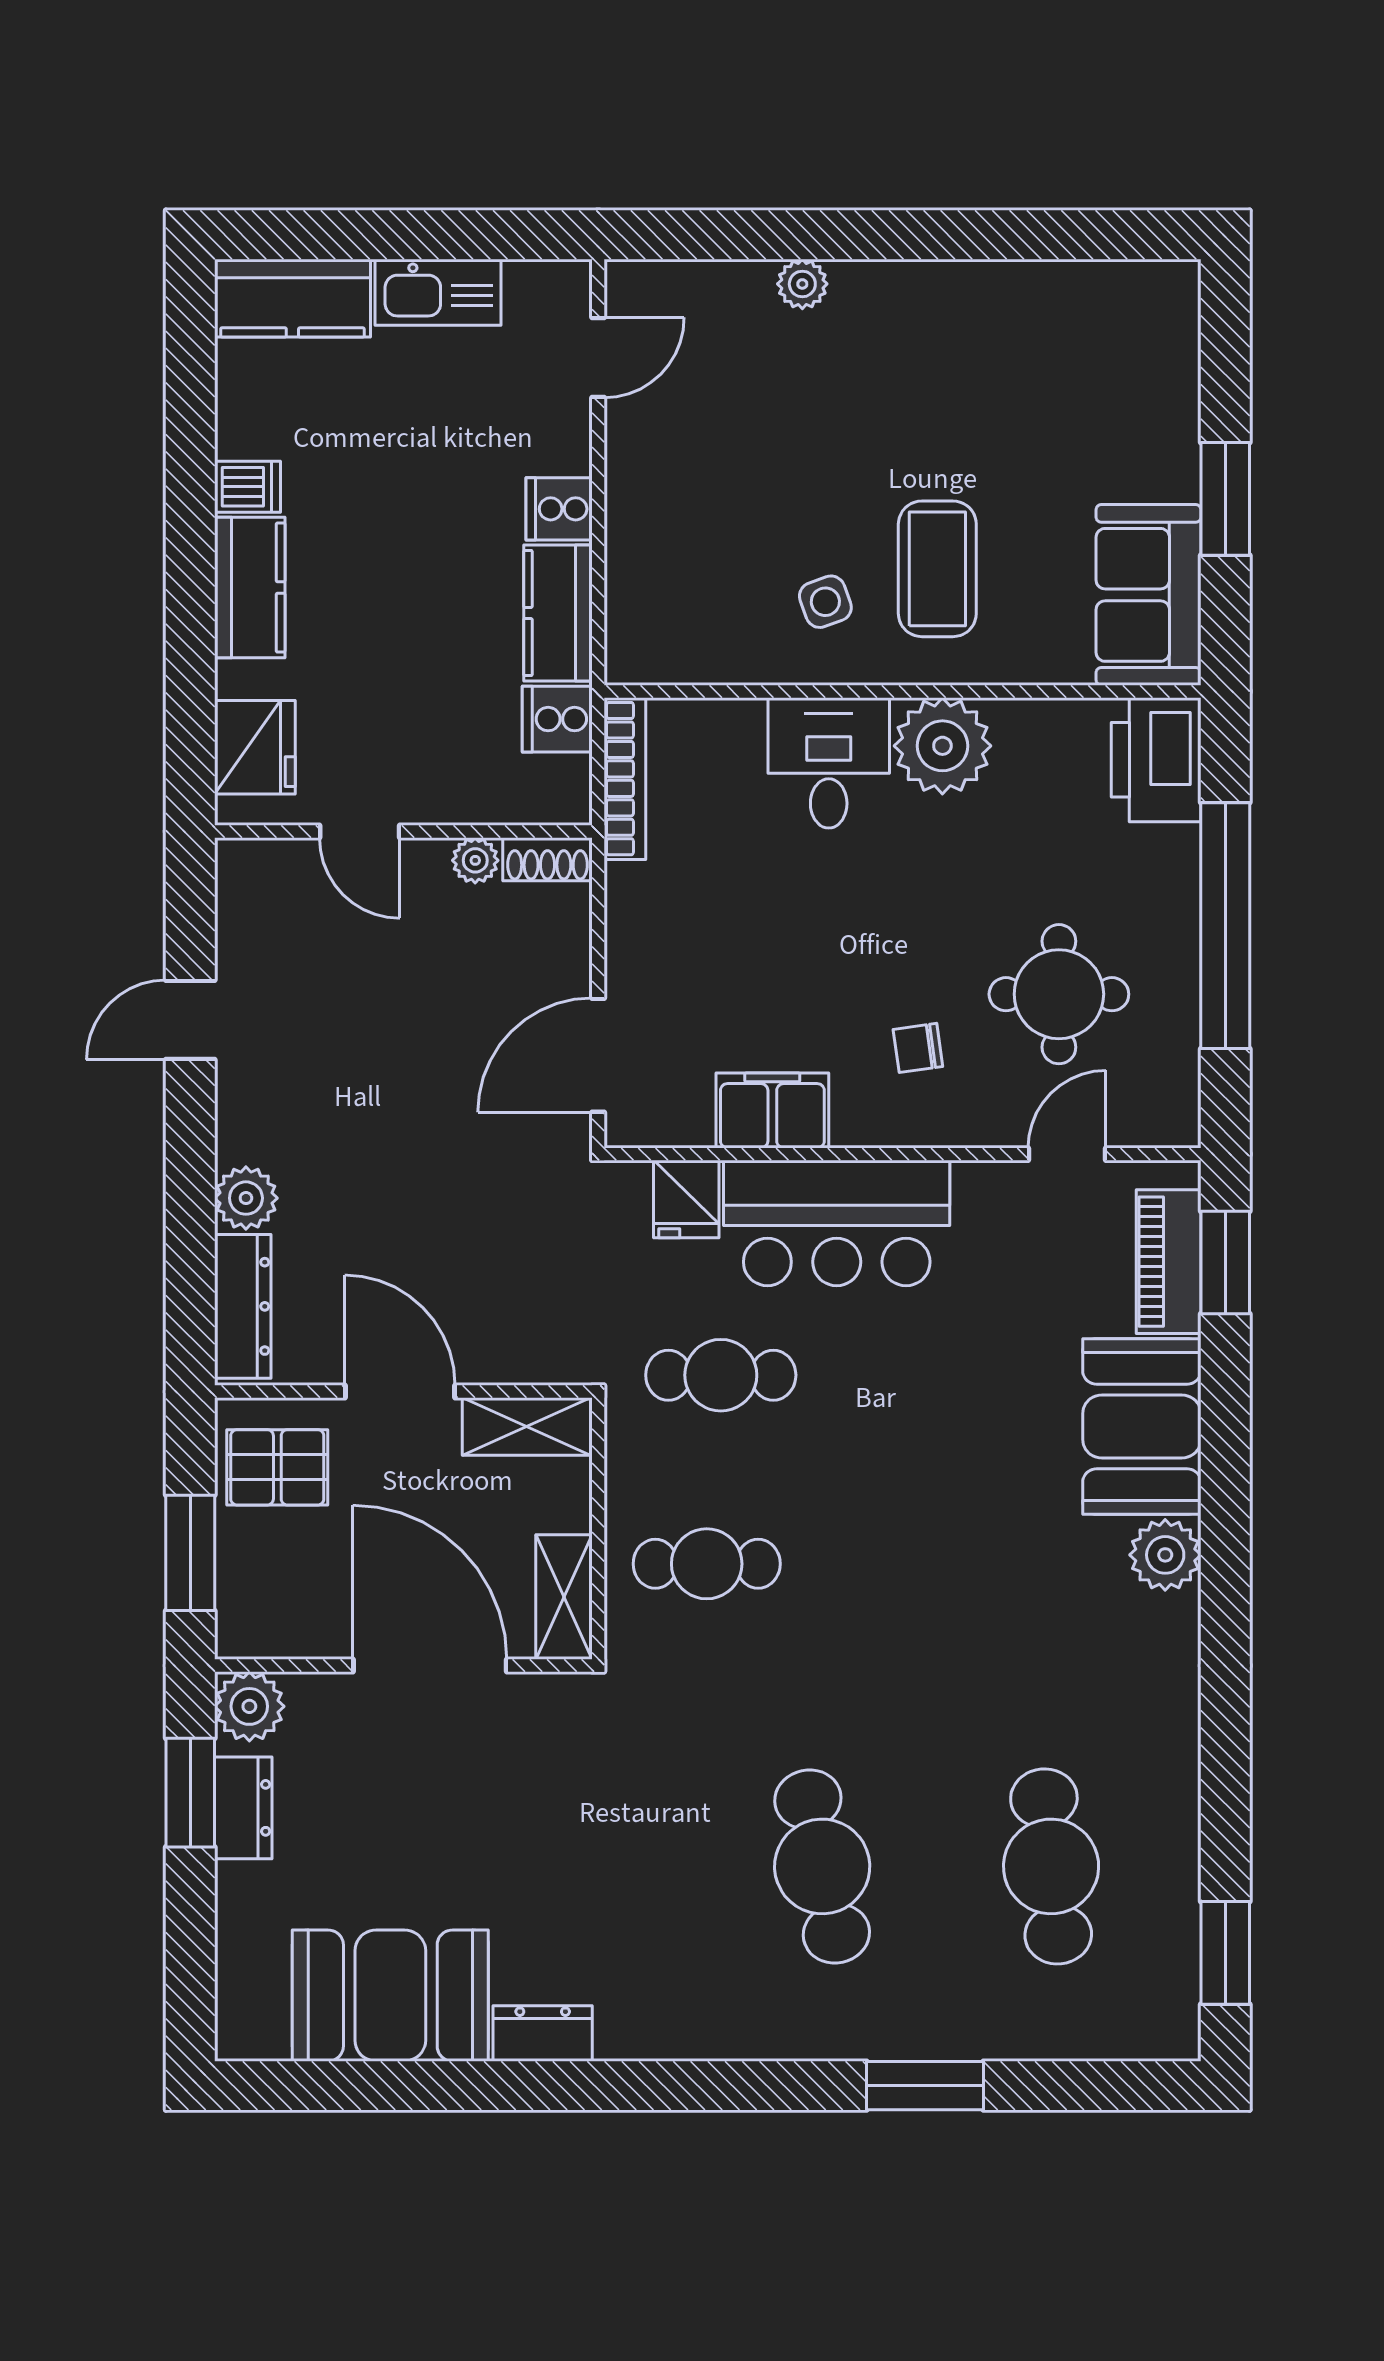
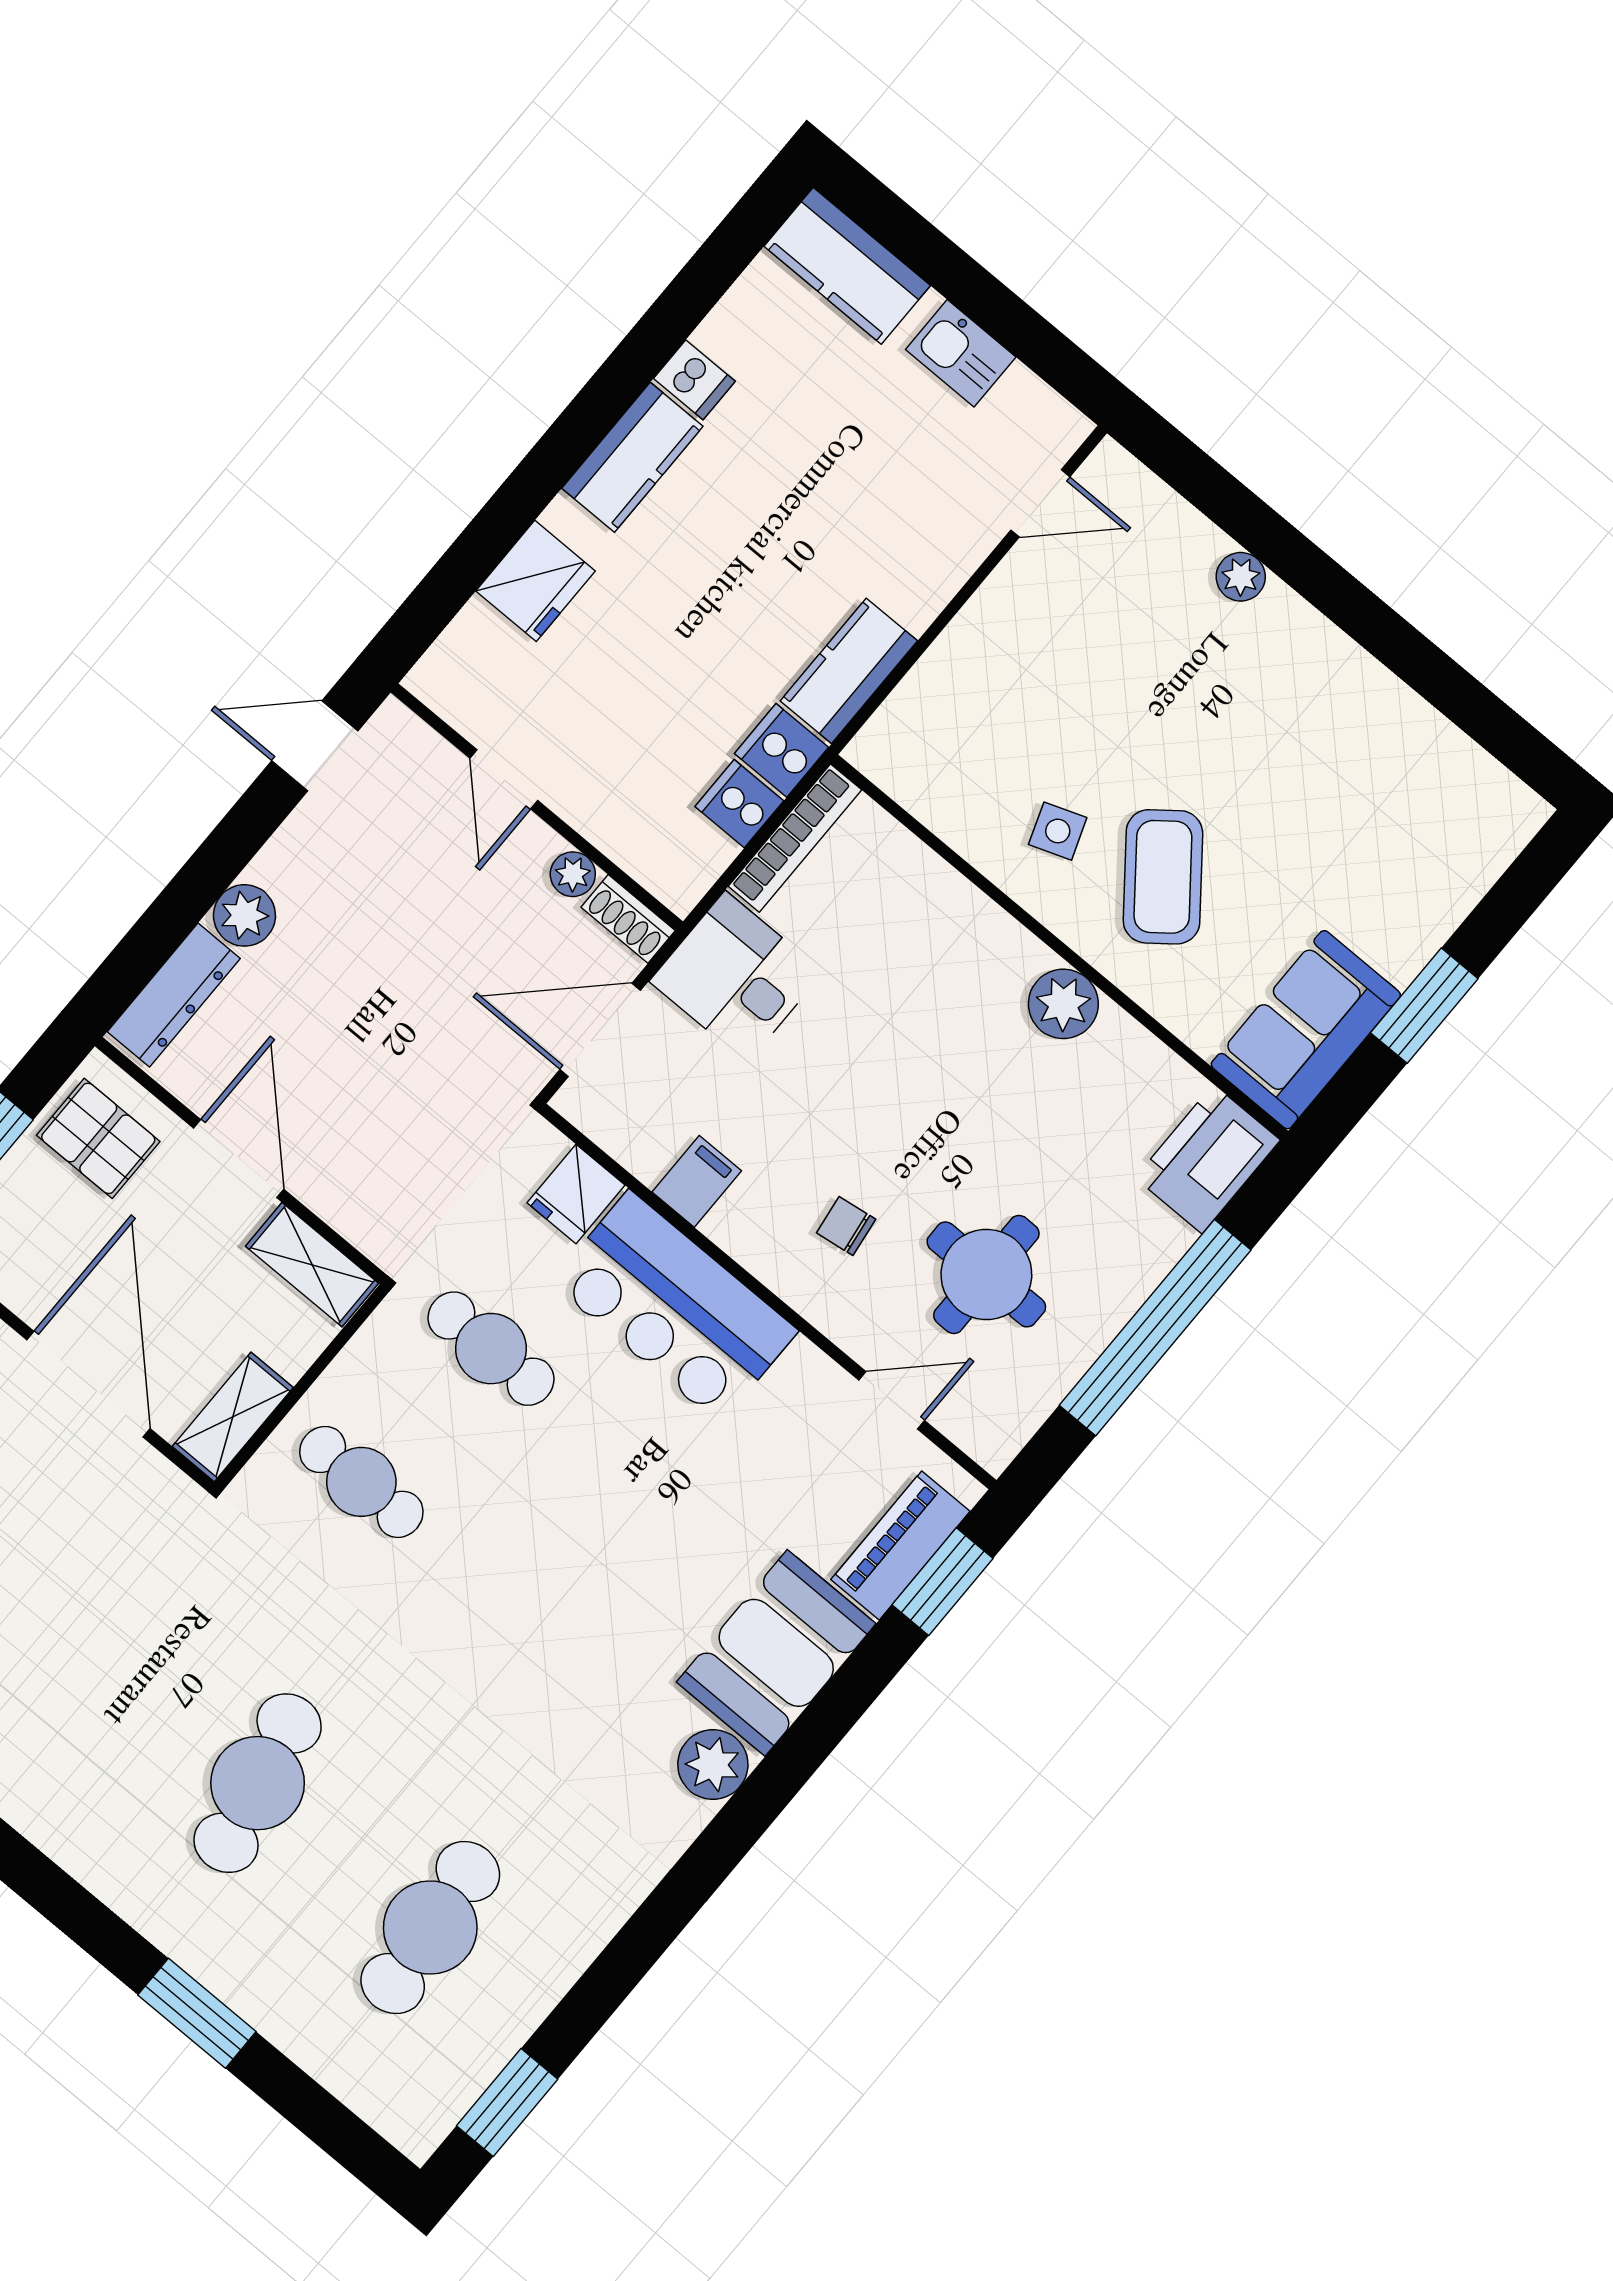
kitchen sink: (438, 292) -> (961, 353), width x0.73
cooker: (559, 509) -> (739, 804), moved
coffee table: (937, 569) -> (1163, 877), turned -38
plant: (942, 746) -> (1063, 1004), width x0.73, depth x0.73
desk: (829, 763) -> (736, 977), moved, turned -90
door: (360, 831) -> (504, 779), moved
wall: (403, 831) -> (537, 807), moved
shoe rack: (547, 859) -> (628, 919), moved
plant: (475, 860) -> (573, 874), moved
filing cabinet: (772, 1110) -> (697, 1181), width x0.50

